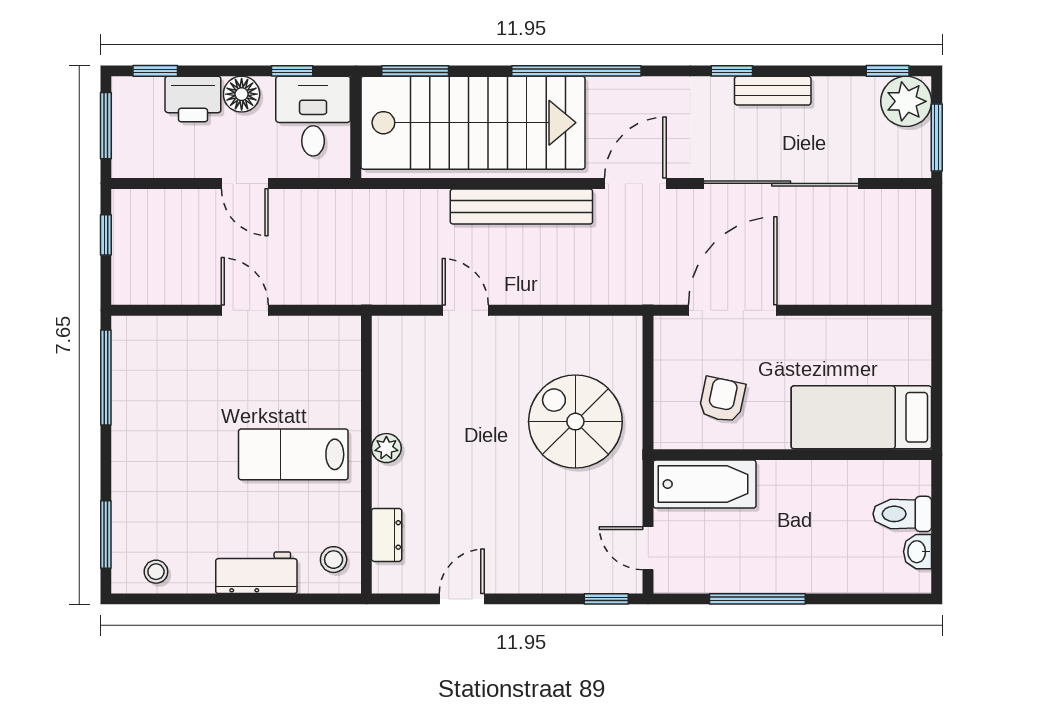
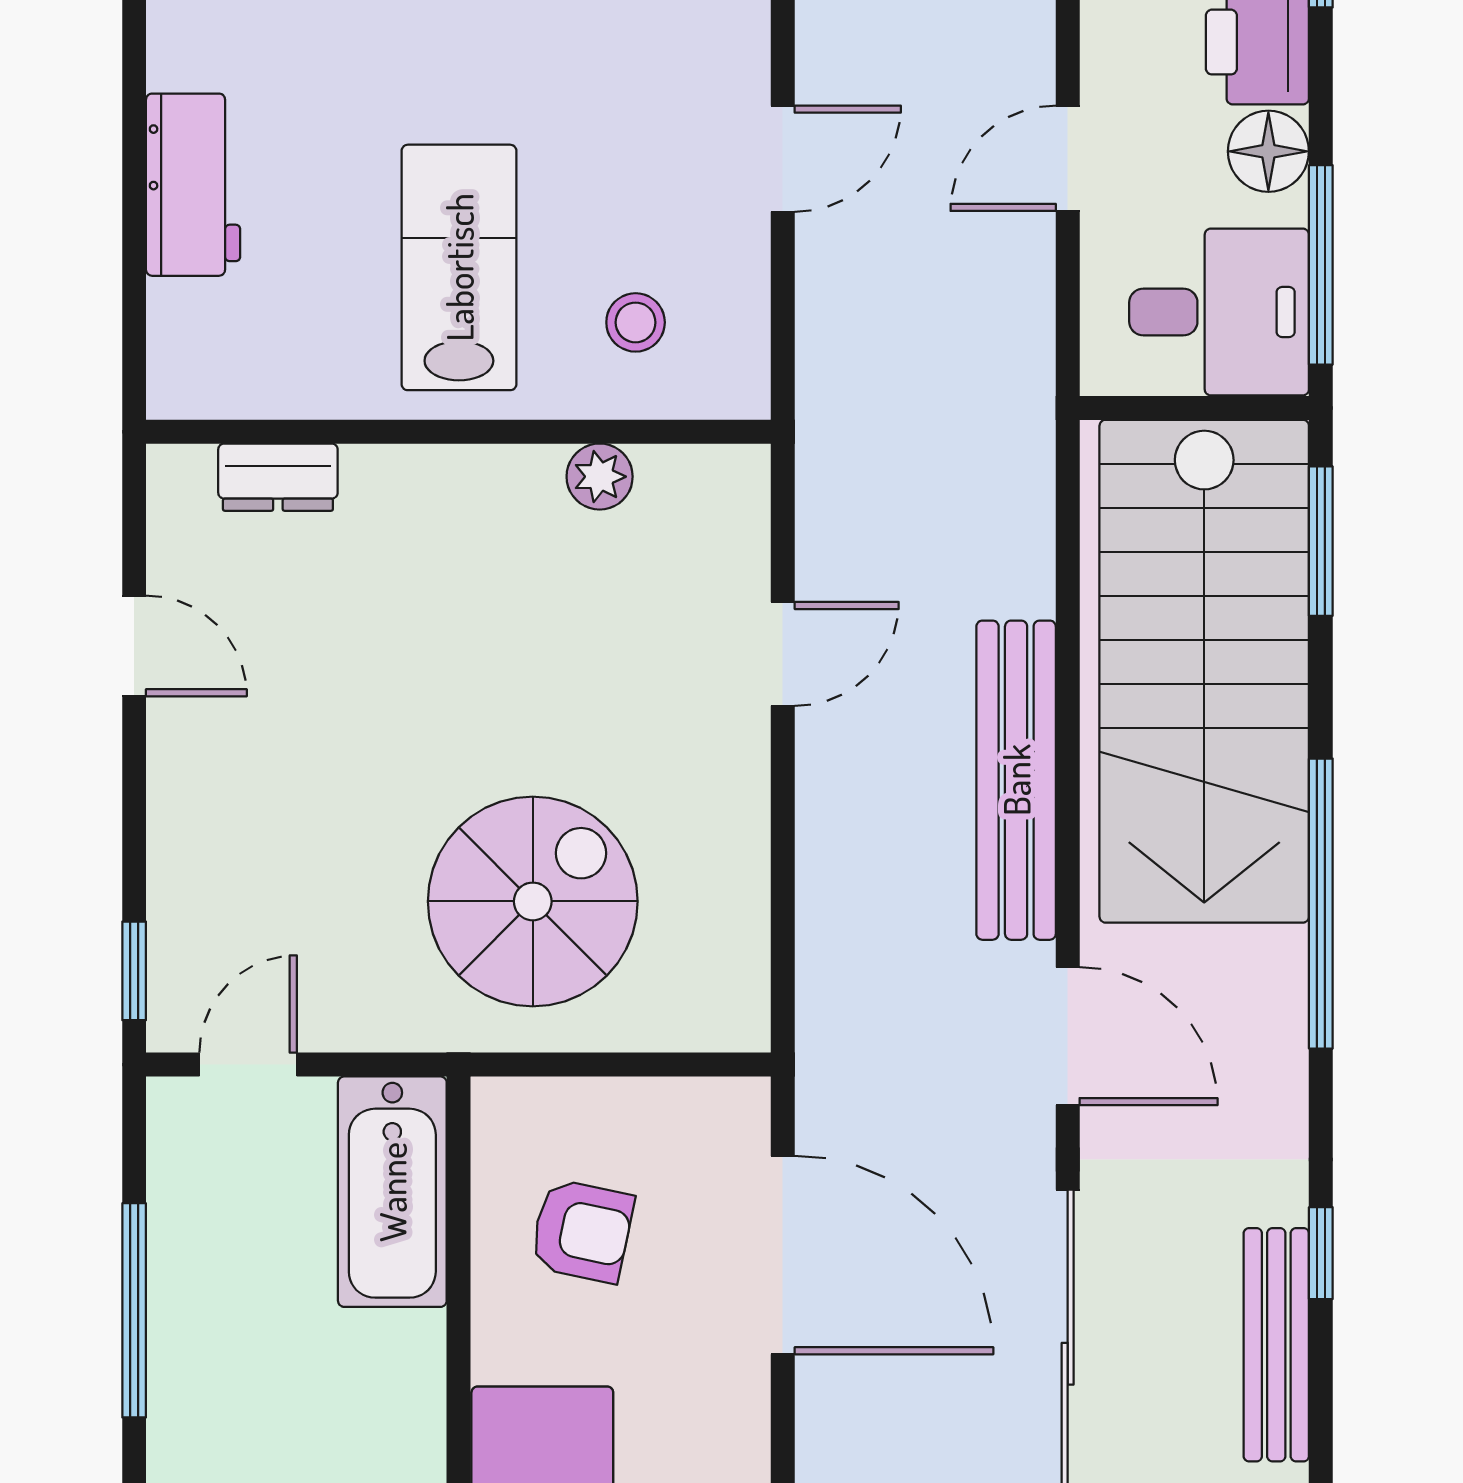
window: (292, 71) -> (1321, 265), width x2.17
bench: (773, 91) -> (1276, 1345), width x1.36
plant: (386, 448) -> (600, 477), moved
stool: (334, 560) -> (636, 322), moved

